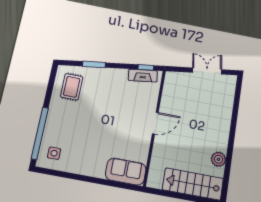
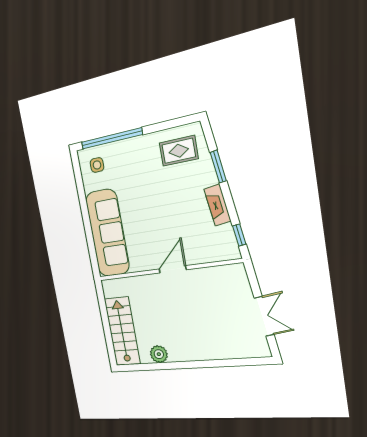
fireplace: (143, 76) -> (217, 205), moved
door: (155, 123) -> (173, 269), swing flipped
sofa: (126, 172) -> (107, 233), width x1.85, depth x1.27

